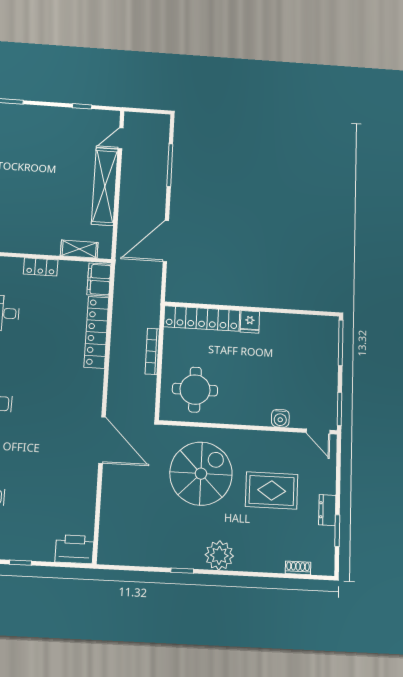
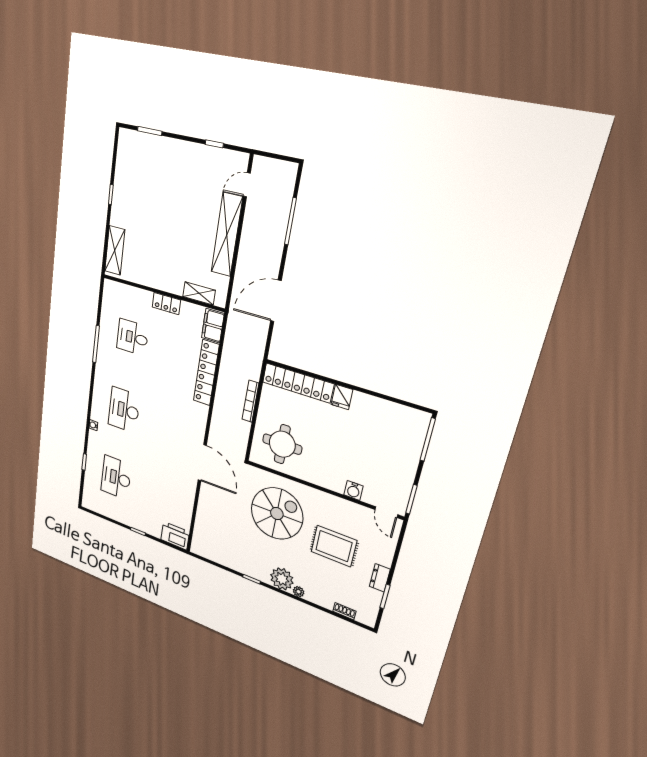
plant: (242, 564) -> (299, 592), added

